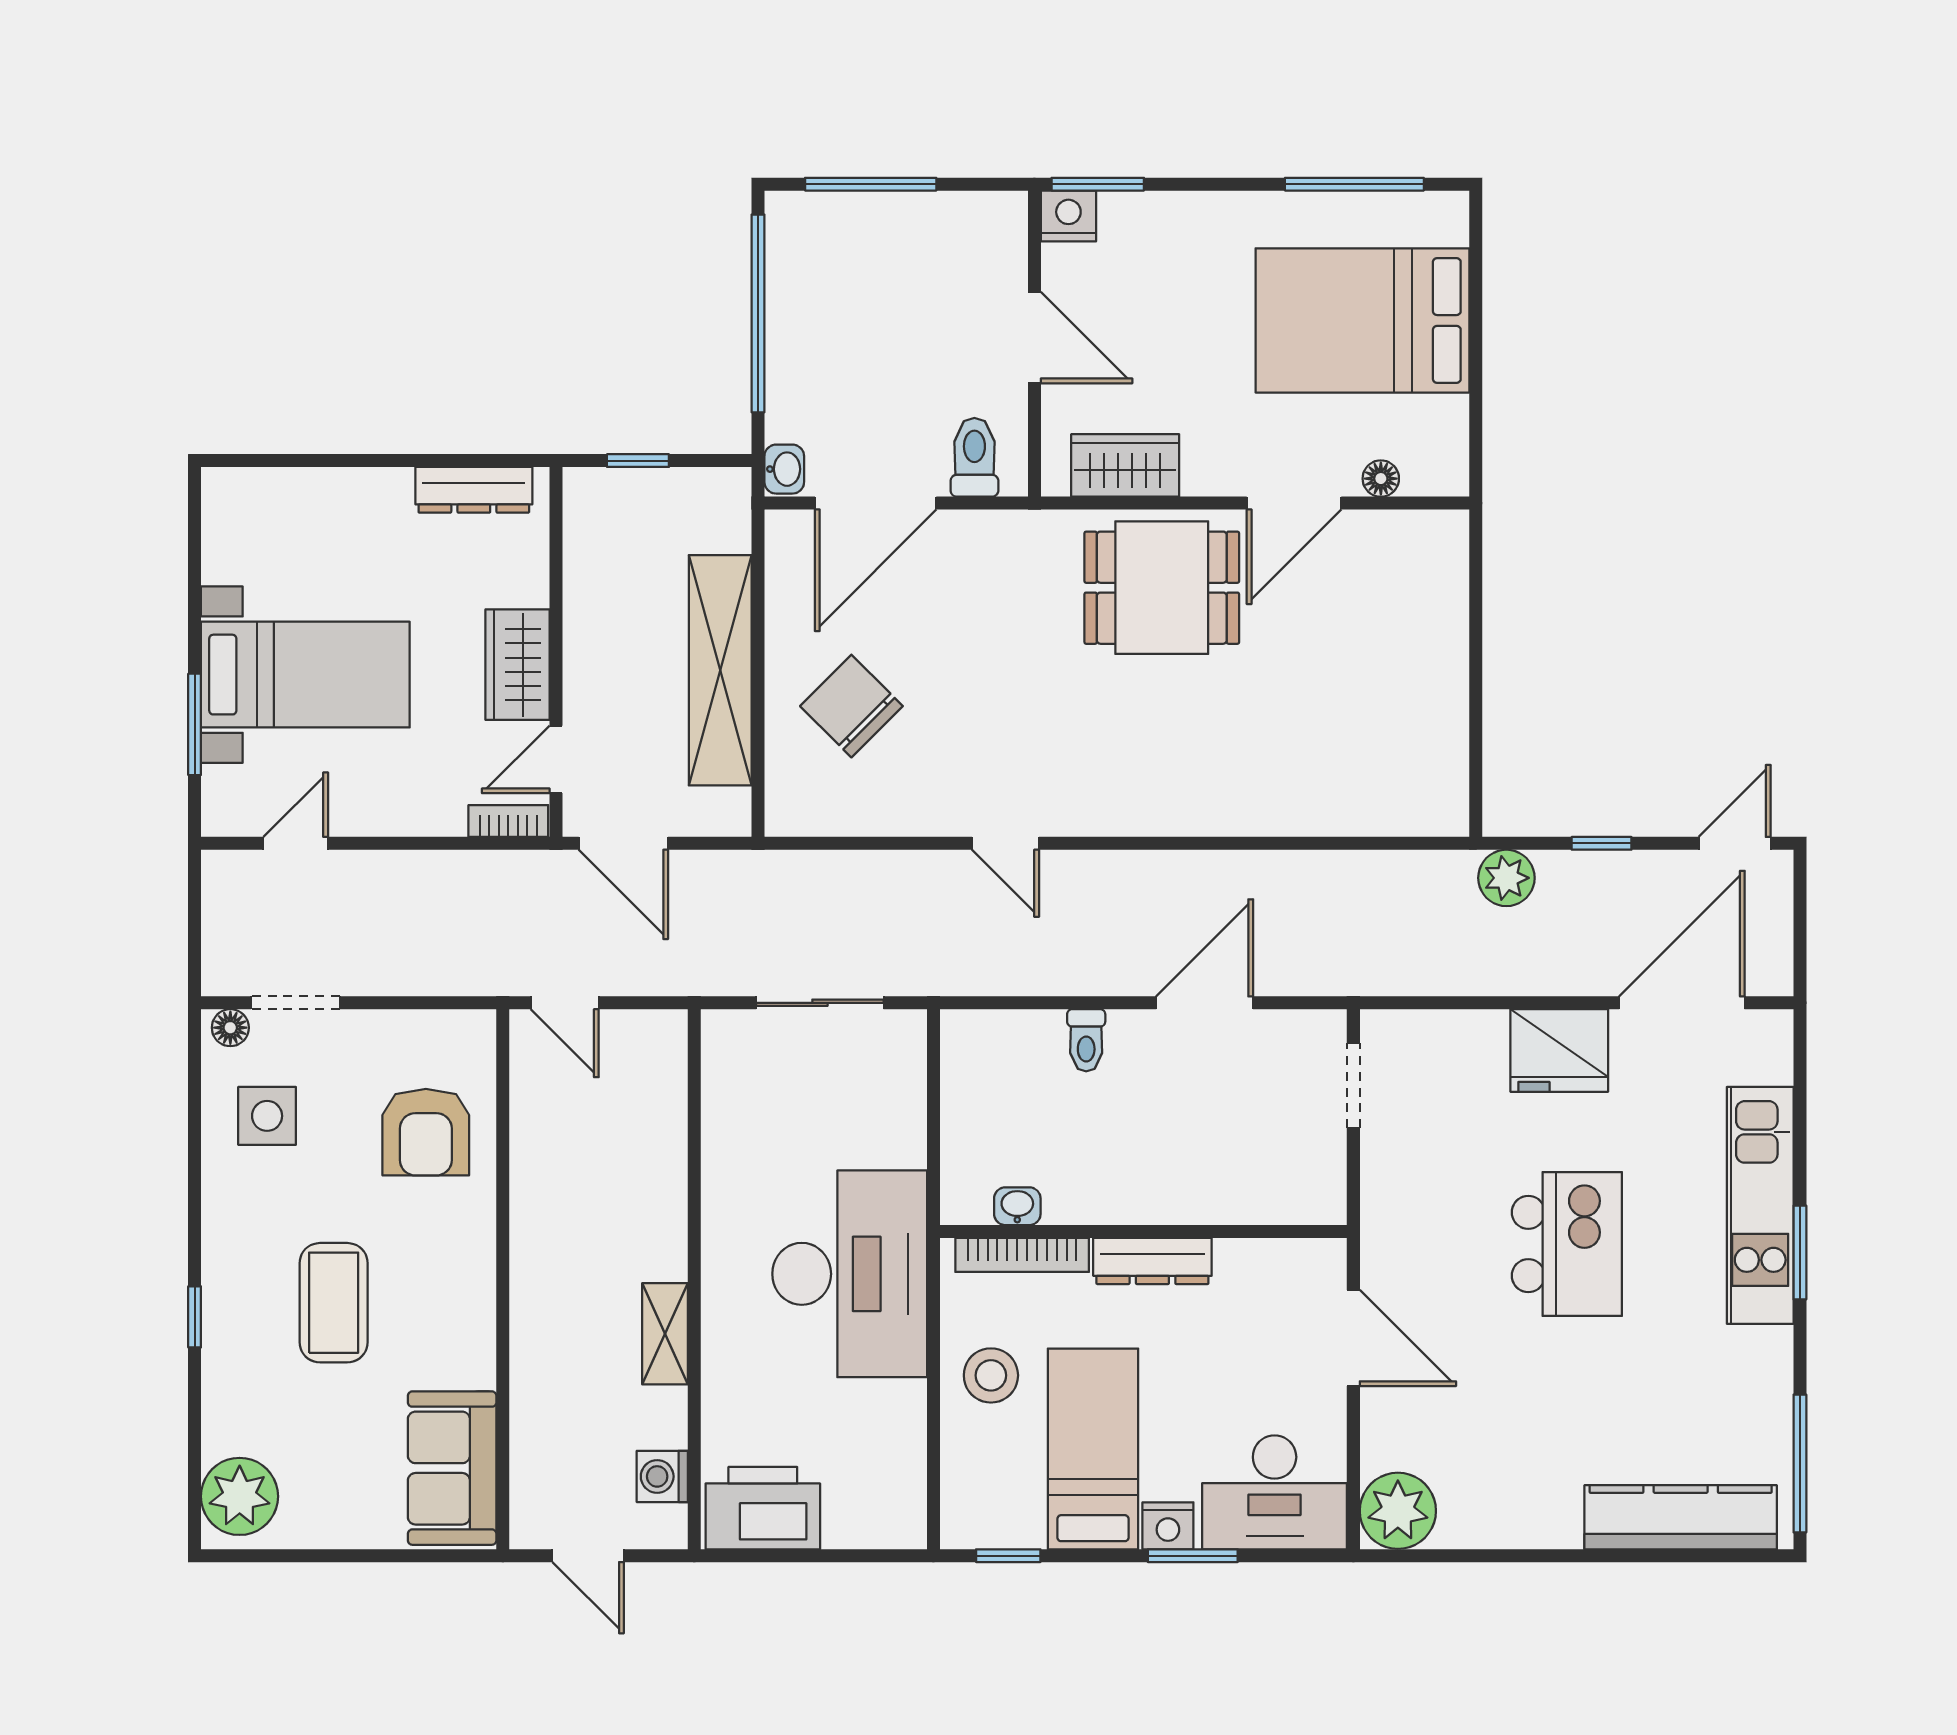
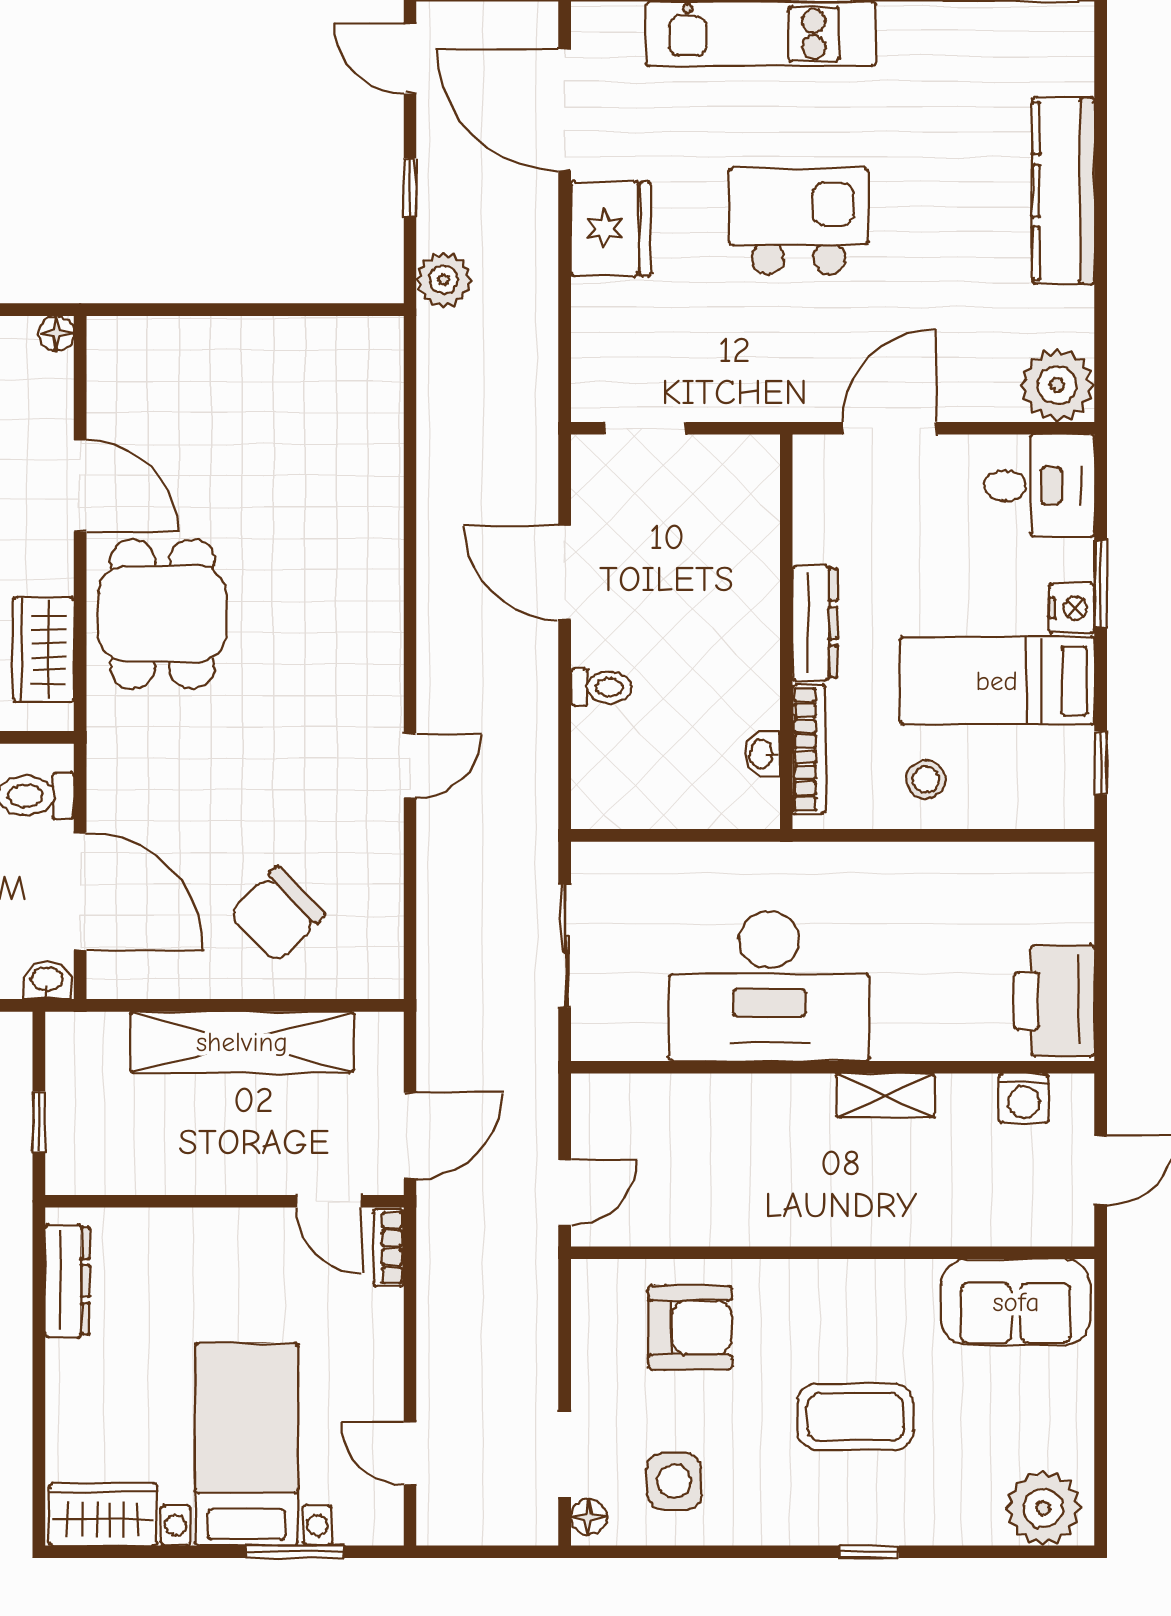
floor lamp: (1381, 479) -> (56, 333), moved
wardrobe: (518, 665) -> (103, 1514), moved, turned 180
desk: (850, 1274) -> (769, 986), moved, turned 180
stool: (991, 1375) -> (926, 780), width x0.73, depth x0.73
desk: (1275, 1492) -> (1039, 486), width x0.73
kitchen counter: (1681, 1517) -> (1063, 191), moved

